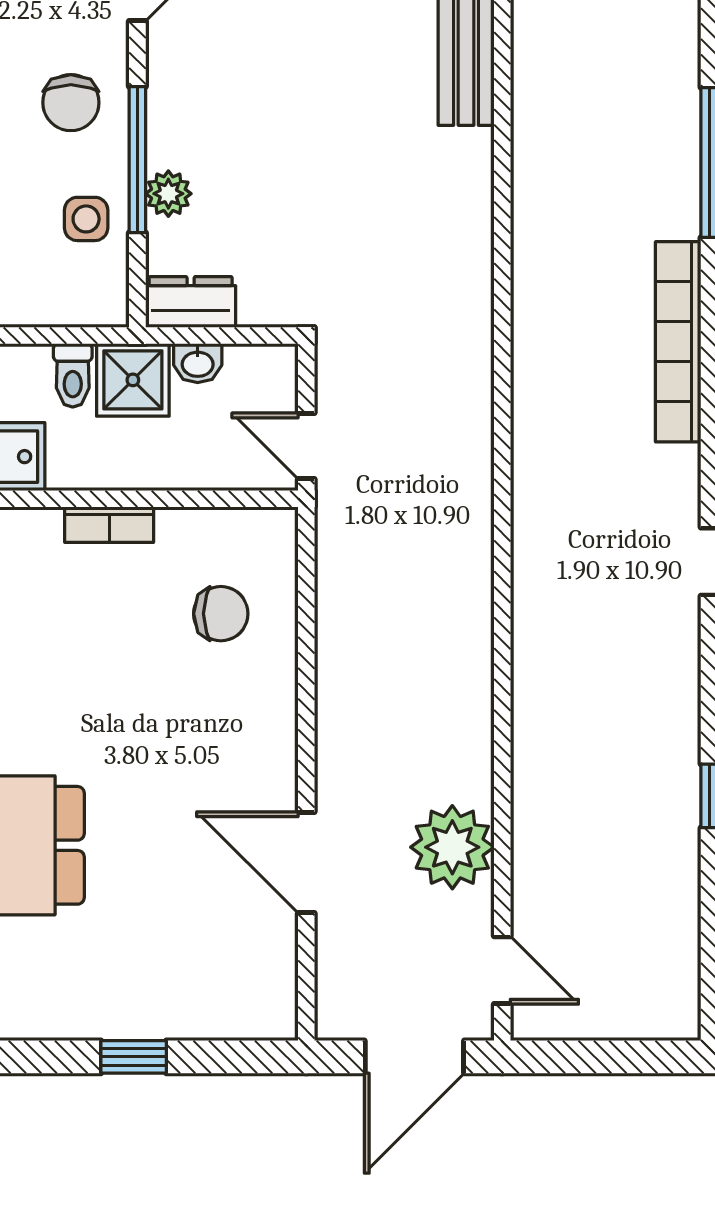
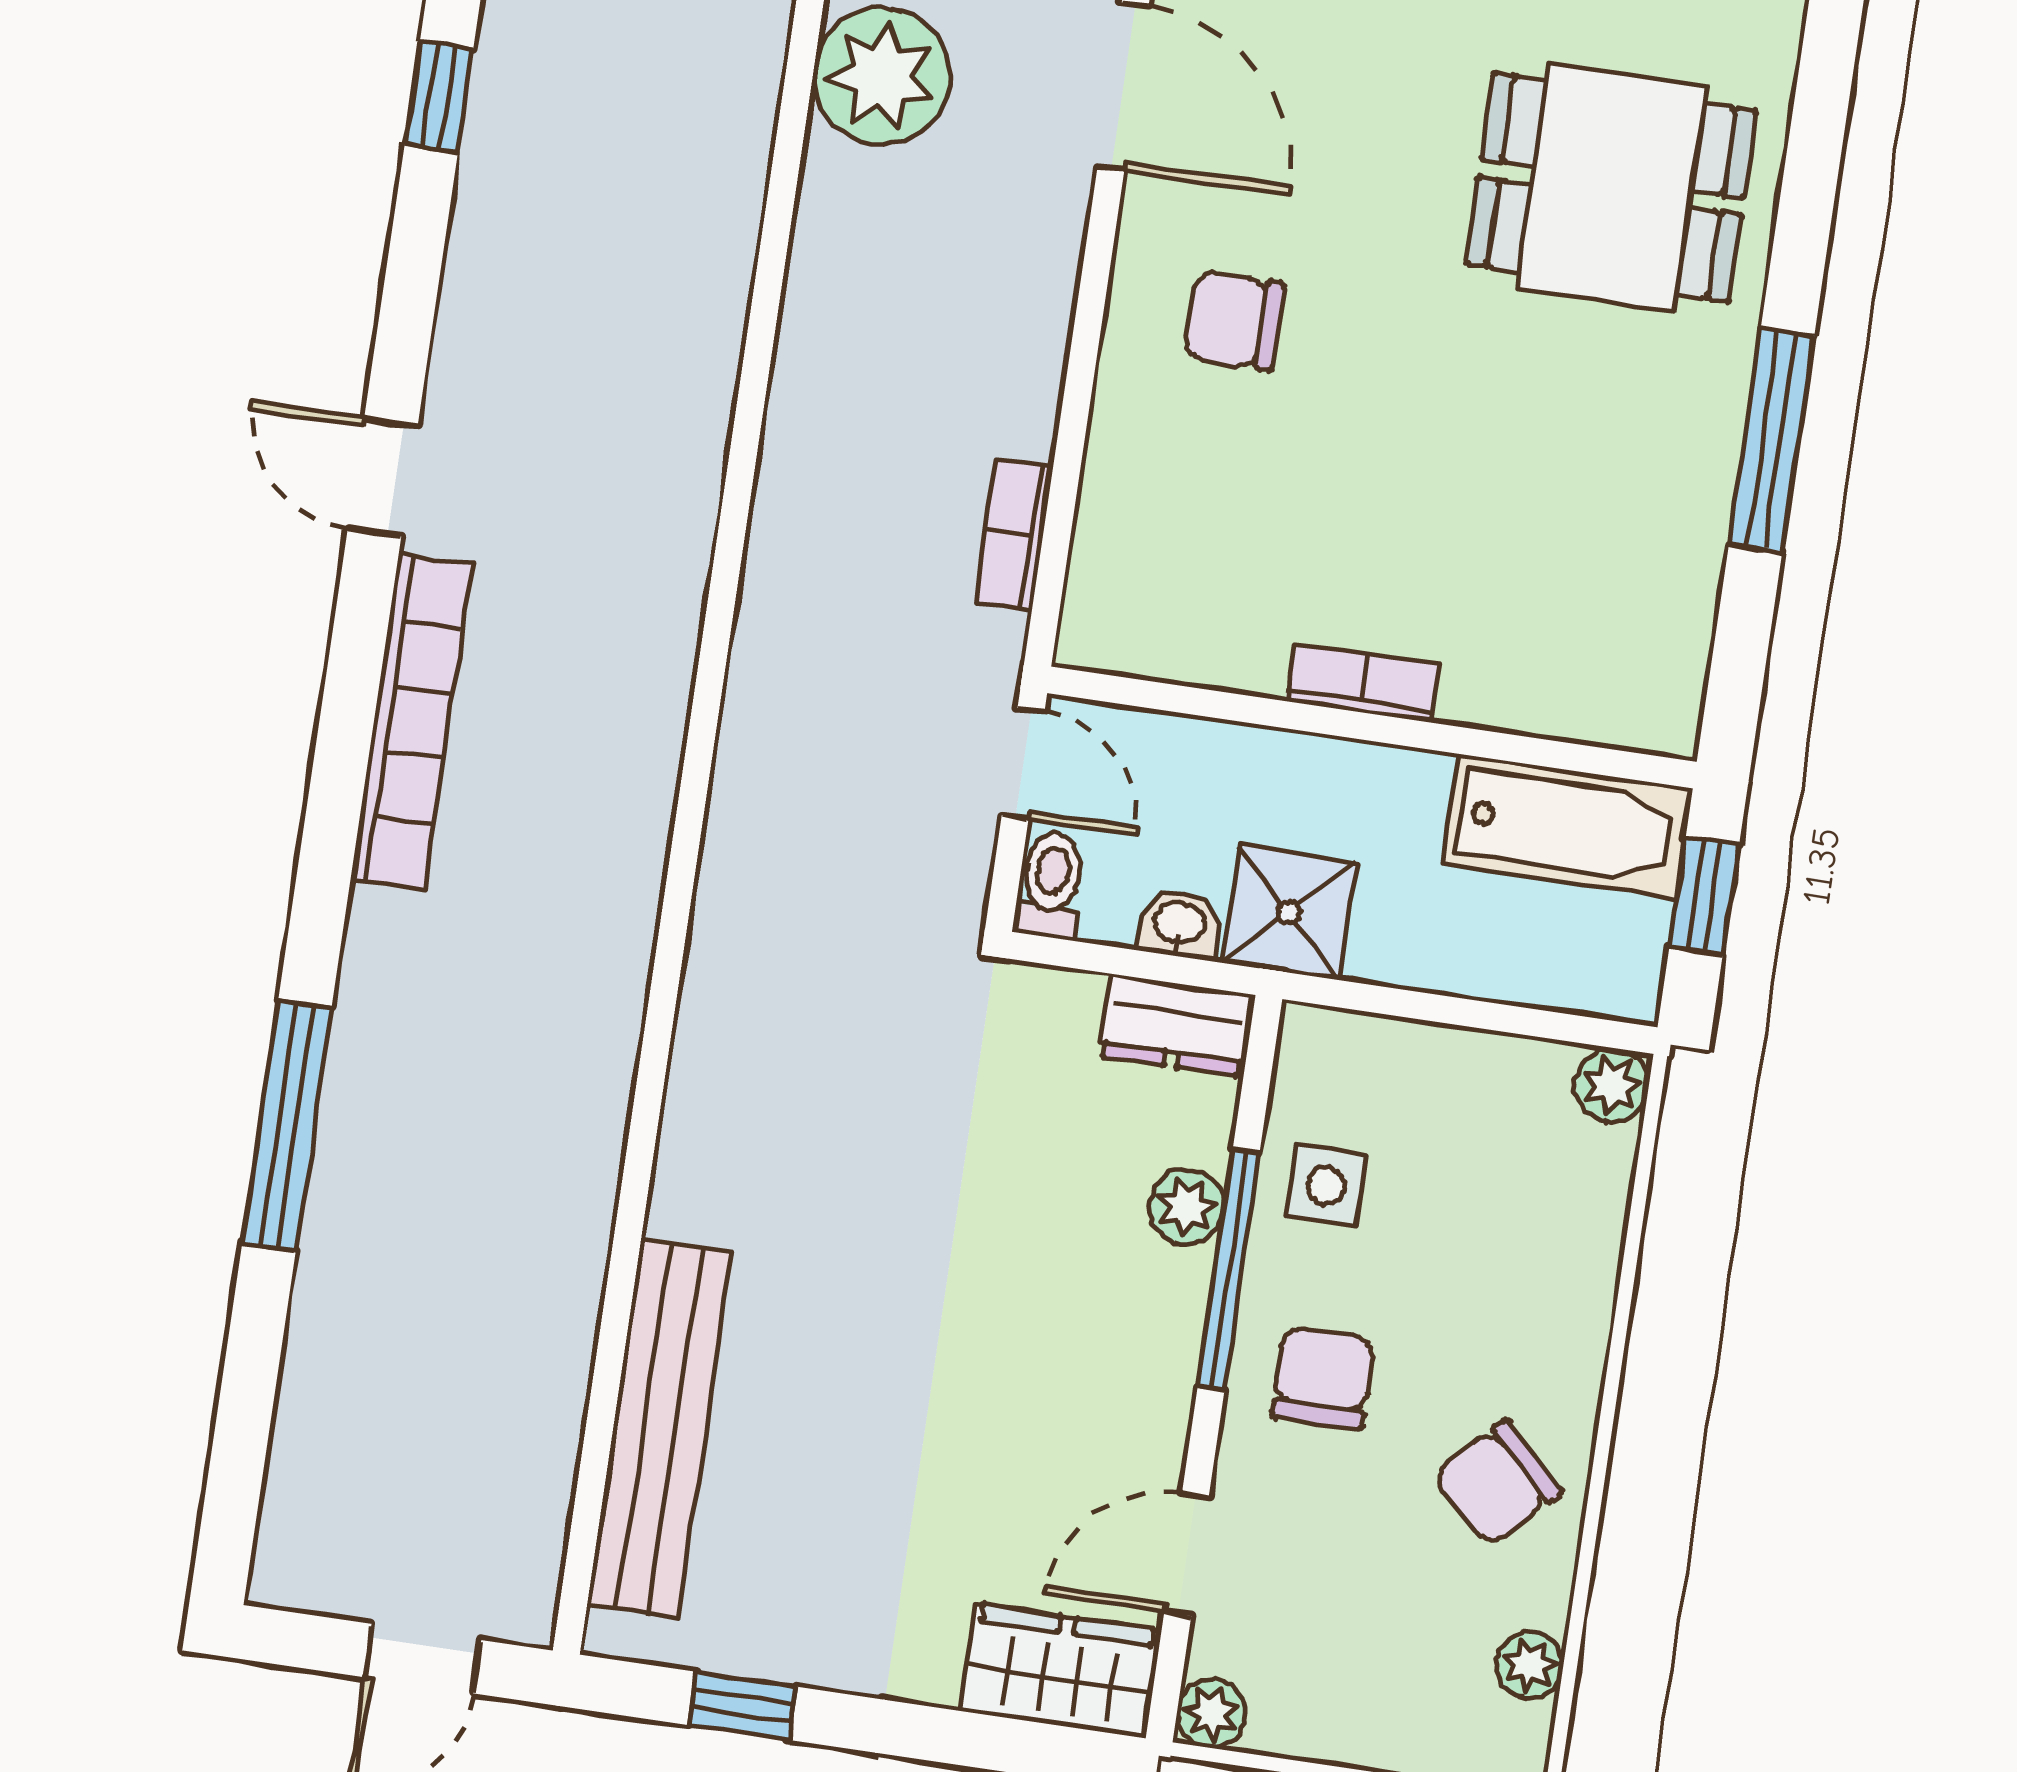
bookcase: (678, 342) -> (412, 721), moved
toilet: (73, 375) -> (1051, 885), moved
bookcase: (332, 583) -> (1014, 535), added
chair: (221, 614) -> (1235, 321), moved

